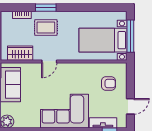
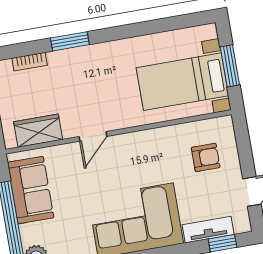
rug: (46, 27) -> (76, 77), removed
window: (130, 36) -> (230, 66), width x0.69

